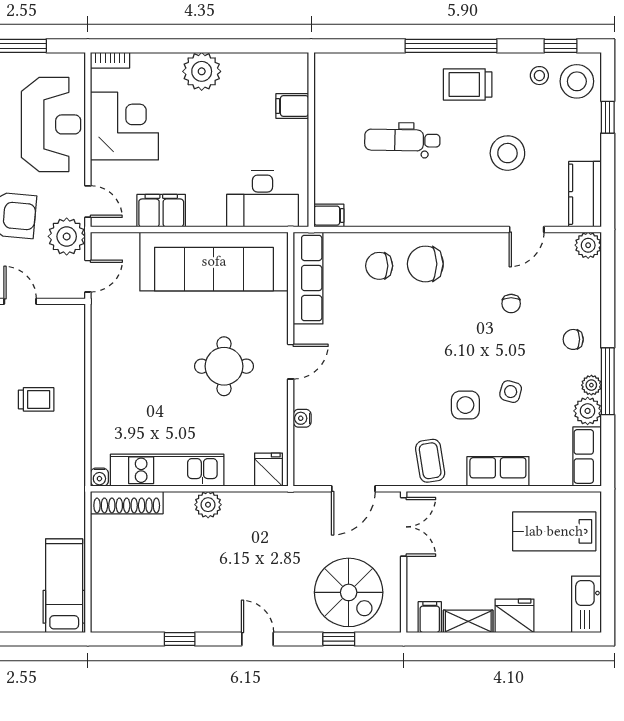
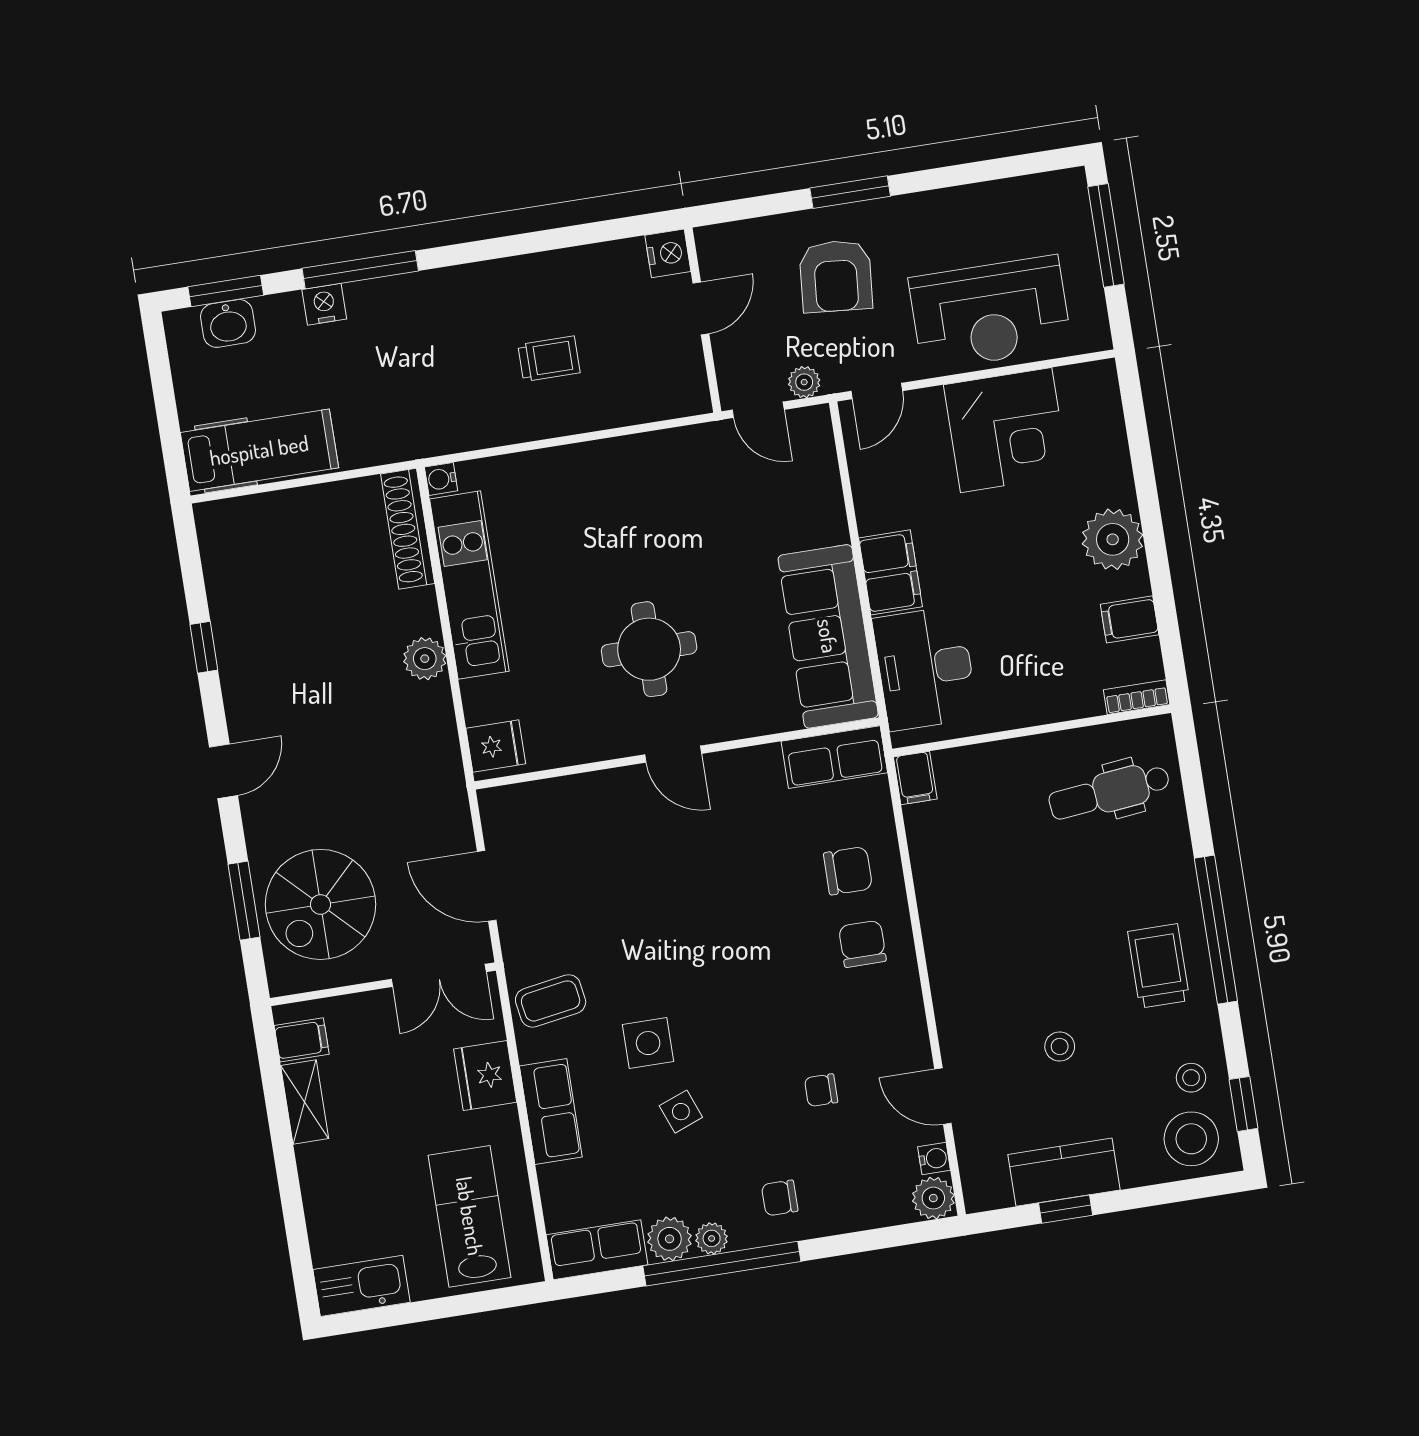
bookcase: (110, 60) -> (1137, 697), moved, turned 90
filing cabinet: (292, 106) -> (1130, 619), moved, turned -90
window: (608, 117) -> (1066, 1209), moved
dental chair: (402, 140) -> (1109, 792), moved, turned -97
stool: (507, 153) -> (1060, 1046), width x0.53, depth x0.53
kitchen counter: (585, 194) -> (1064, 1172), moved
filing cabinet: (161, 211) -> (891, 572), moved
plant: (67, 236) -> (804, 382), width x0.53, depth x0.53
sofa: (214, 261) -> (828, 636), width x0.74, depth x0.79
chair: (425, 264) -> (862, 944), width x0.73, depth x0.73
chair: (379, 266) -> (848, 871), turned 90
row of seats: (308, 278) -> (834, 757), width x0.68
chair: (573, 339) -> (780, 1198), turned -90
window: (608, 381) -> (722, 1264), width x1.46
side table: (511, 392) -> (681, 1112), turned -37
trolley: (36, 399) -> (549, 359), turned -90
water cooler: (302, 418) -> (934, 1159), moved, turned 90
fridge: (515, 616) -> (485, 1076), moved, turned 180
window: (339, 639) -> (244, 901), width x1.50

